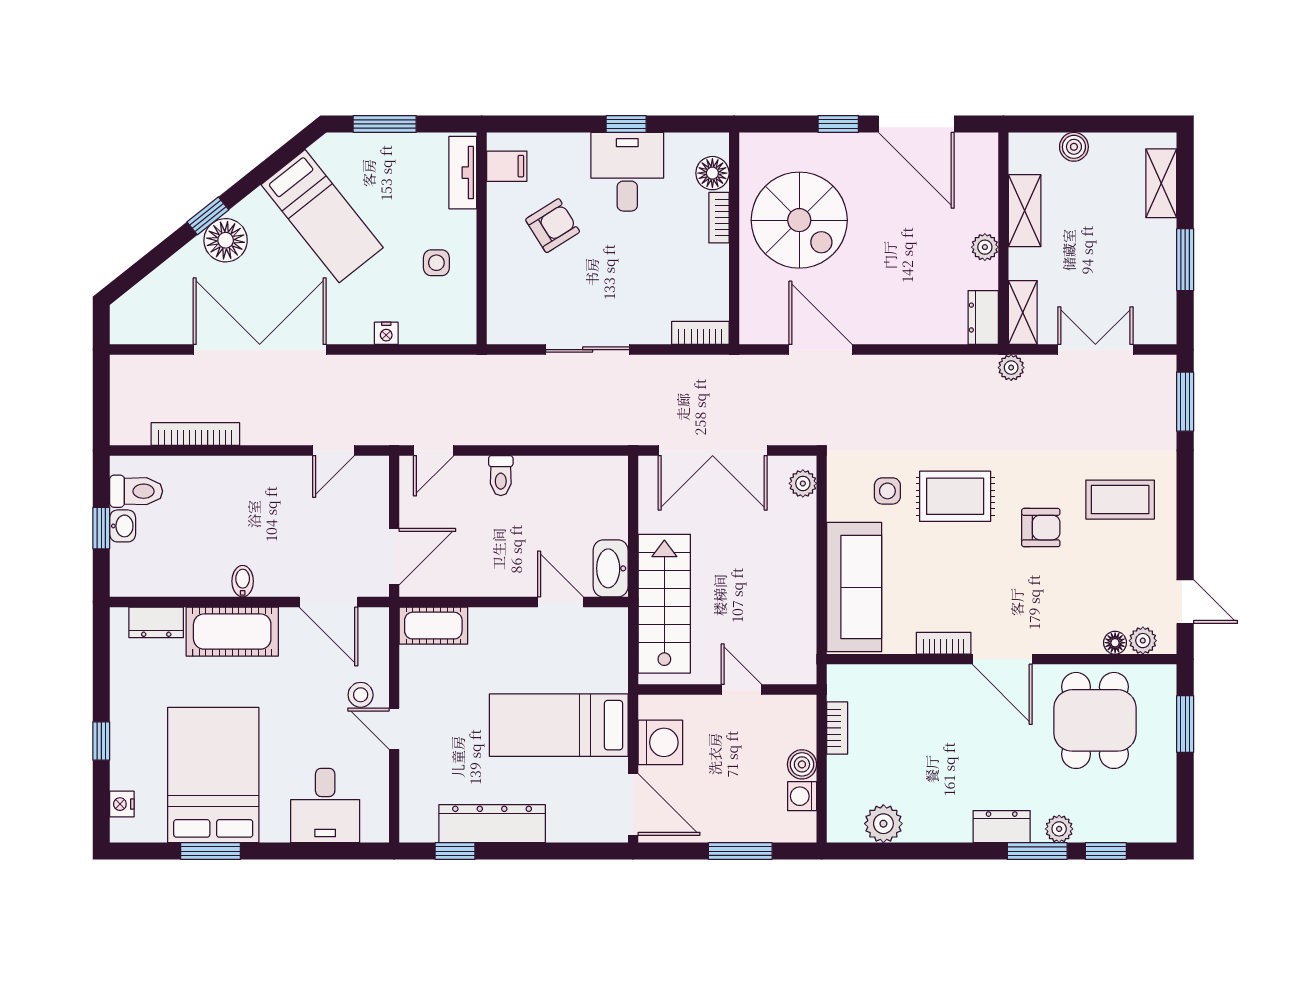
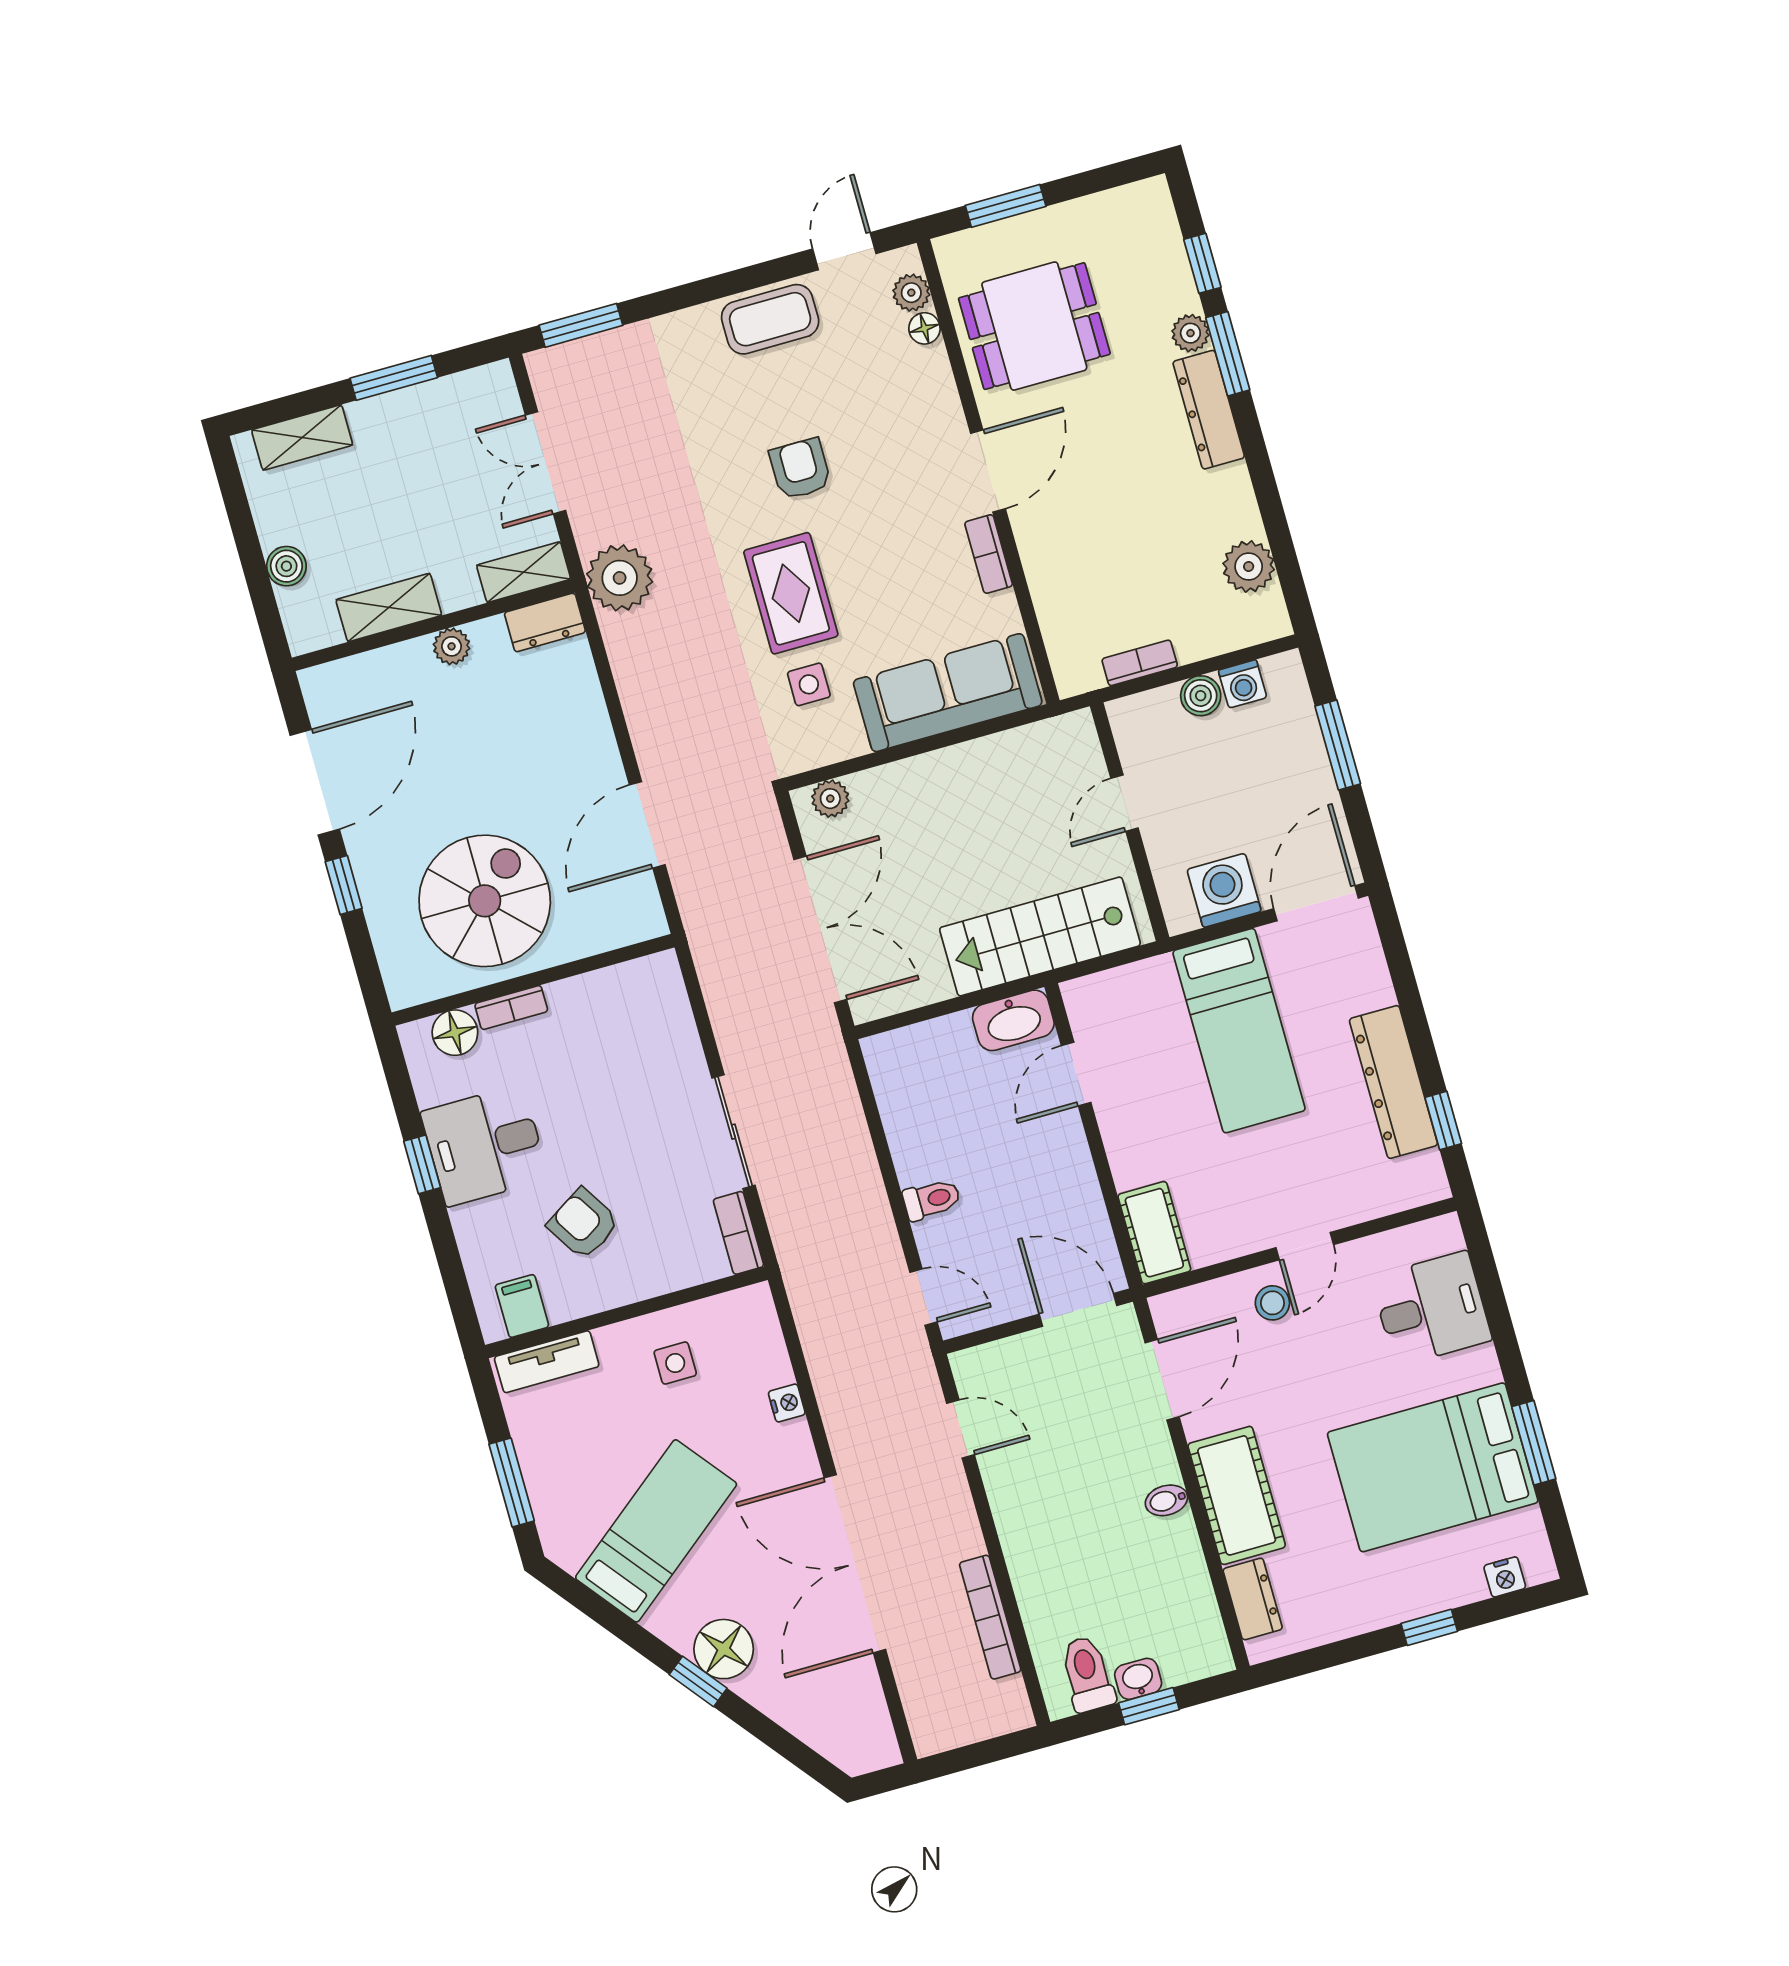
bookcase: (700, 333) -> (738, 1233), moved
plant: (1011, 368) -> (620, 578), width x1.88, depth x1.88
coffee table: (1120, 500) -> (770, 319), moved, turned 90
dresser: (1002, 827) -> (1209, 410), width x1.44

